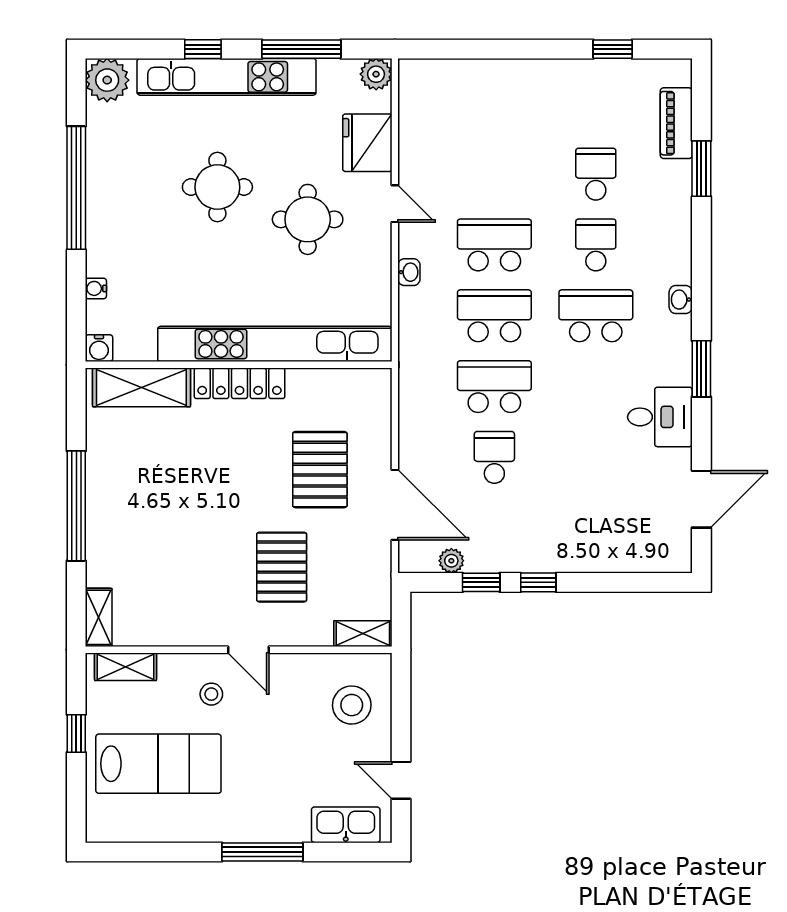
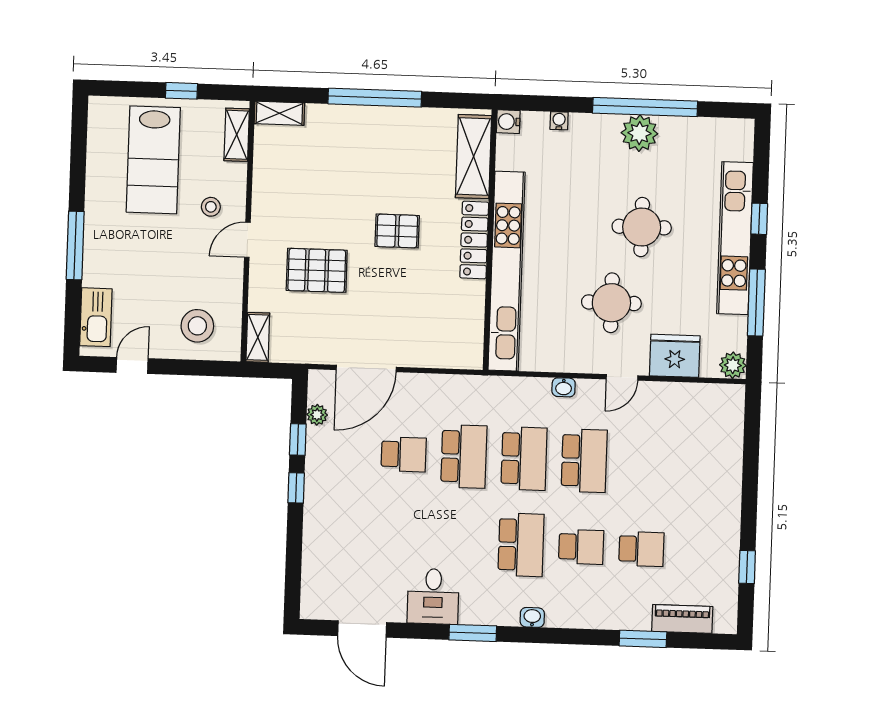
plant: (107, 80) -> (639, 133), moved
pallet: (320, 470) -> (397, 231), moved, width x0.67, depth x0.71

